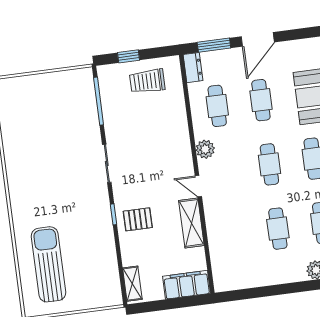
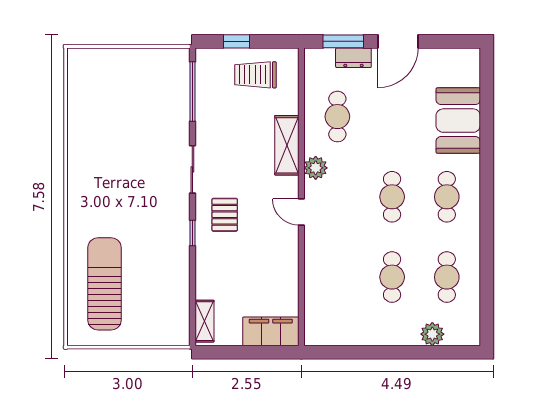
dresser: (193, 68) -> (353, 58), moved, turned 90
cafe table: (261, 100) -> (392, 117), removed
pallet: (138, 219) -> (225, 215), moved, turned 90
shelving: (191, 223) -> (287, 145), moved

